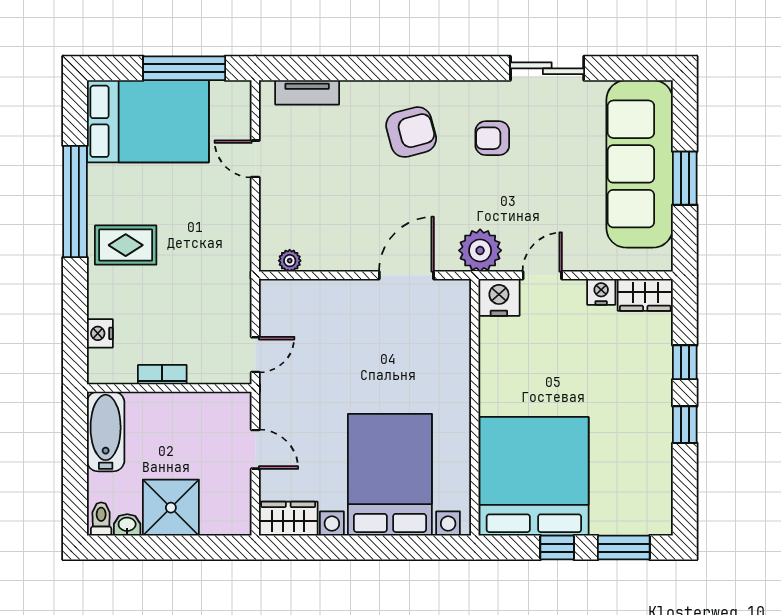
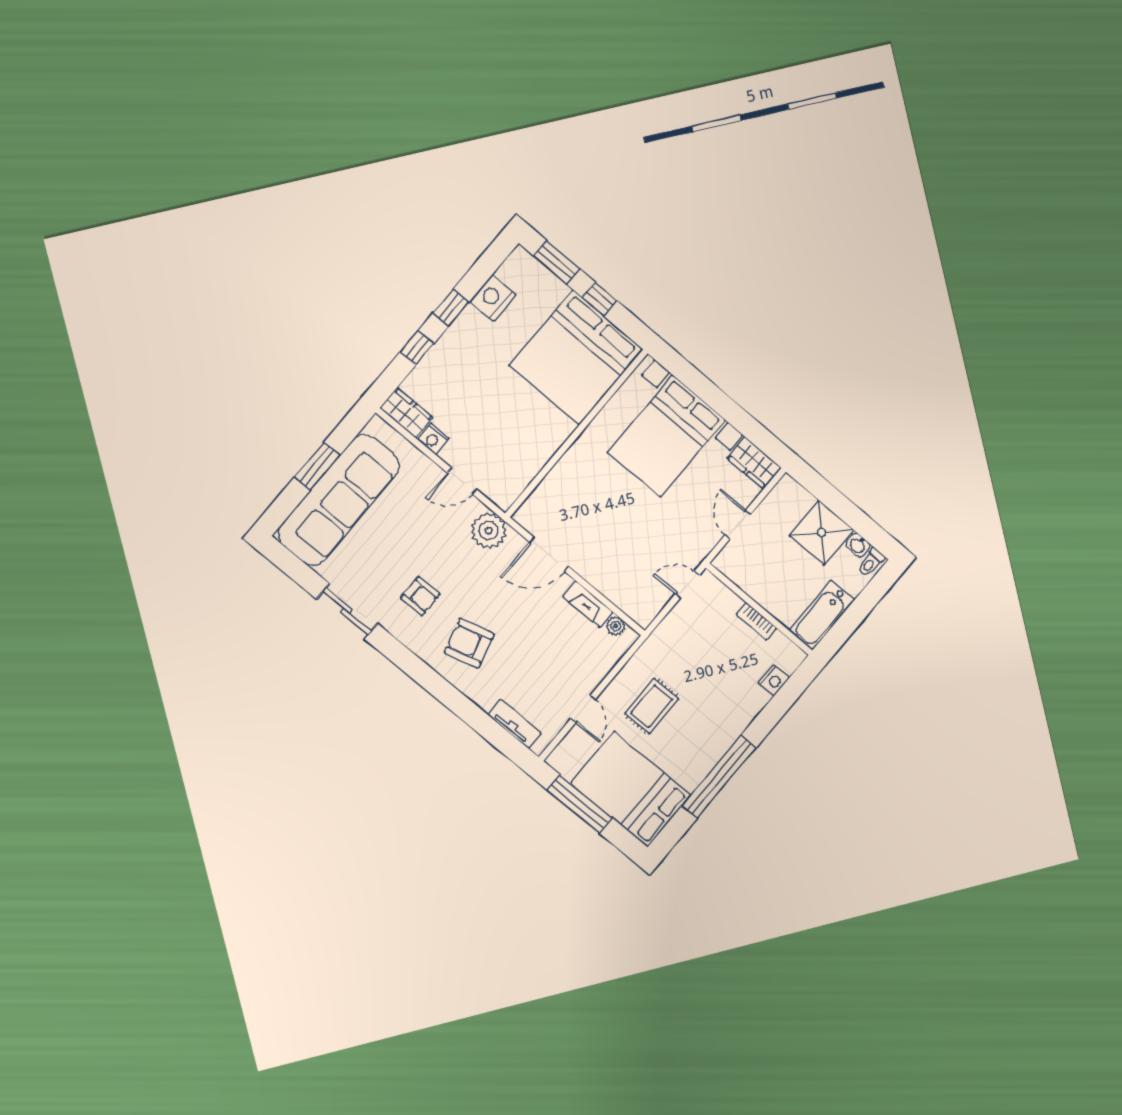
rug: (126, 245) -> (652, 706), moved, turned 90
fireplace: (332, 259) -> (588, 604), added
nightstand: (499, 297) -> (493, 298), moved, turned 90

